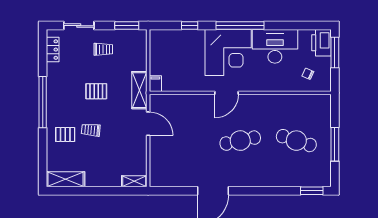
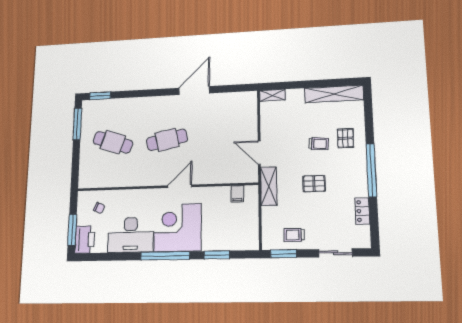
window: (190, 26) -> (217, 255), width x1.50
trolley: (103, 49) -> (294, 235), moved
locker: (53, 50) -> (362, 211), moved
filing cabinet: (155, 84) -> (237, 194), moved
pallet: (65, 134) -> (345, 138), turned 90
window: (335, 144) -> (77, 124), moved
shelving: (66, 179) -> (334, 94), width x1.47

